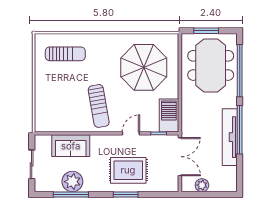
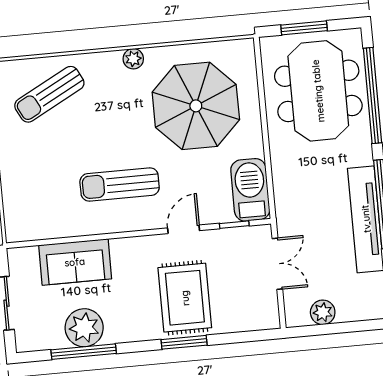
plant: (112, 39) -> (133, 59), added
sun lounger: (65, 54) -> (49, 94), turned 152
sun lounger: (99, 106) -> (120, 184), turned 100
double door: (180, 157) -> (277, 264), width x0.73
rug: (128, 170) -> (185, 298), turned 90

